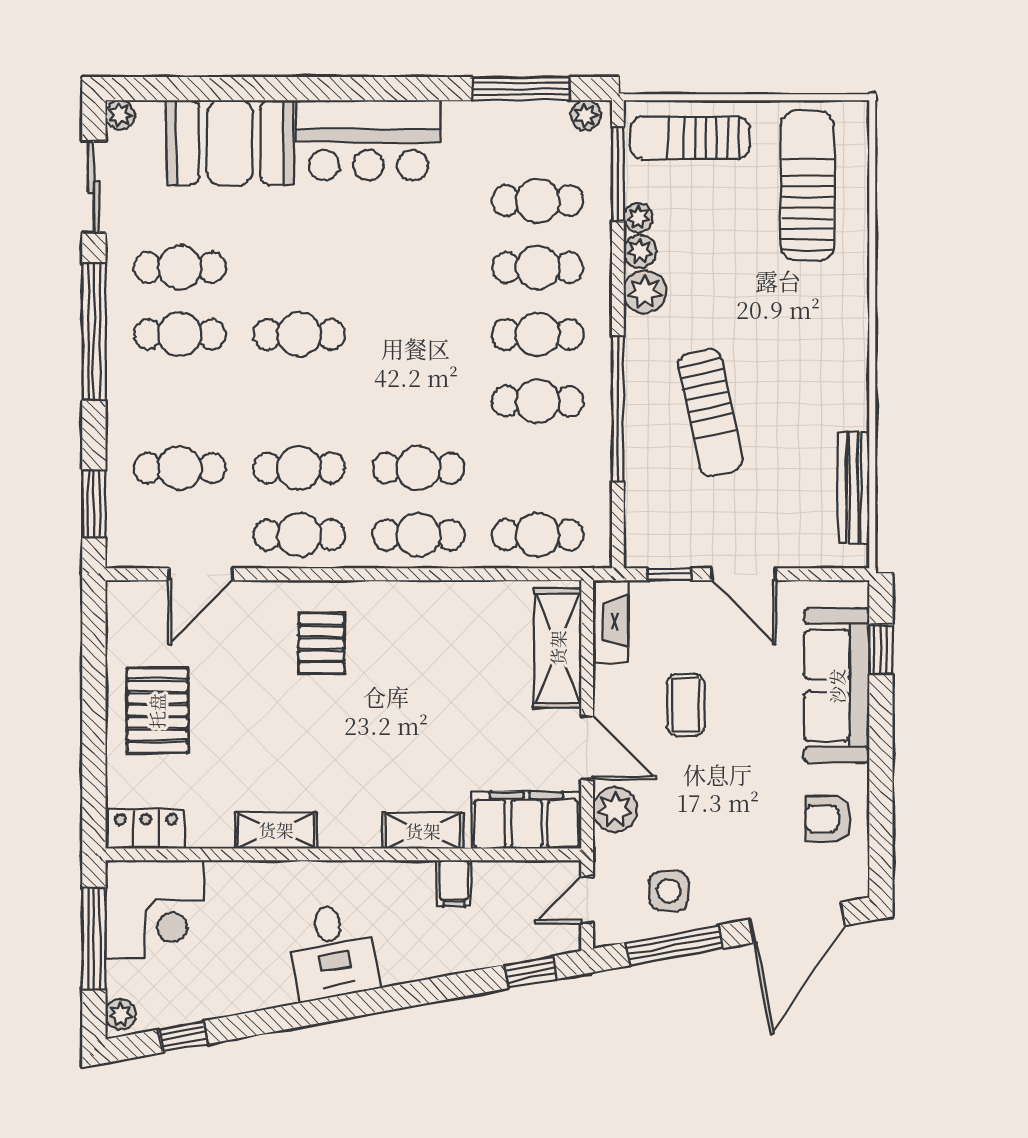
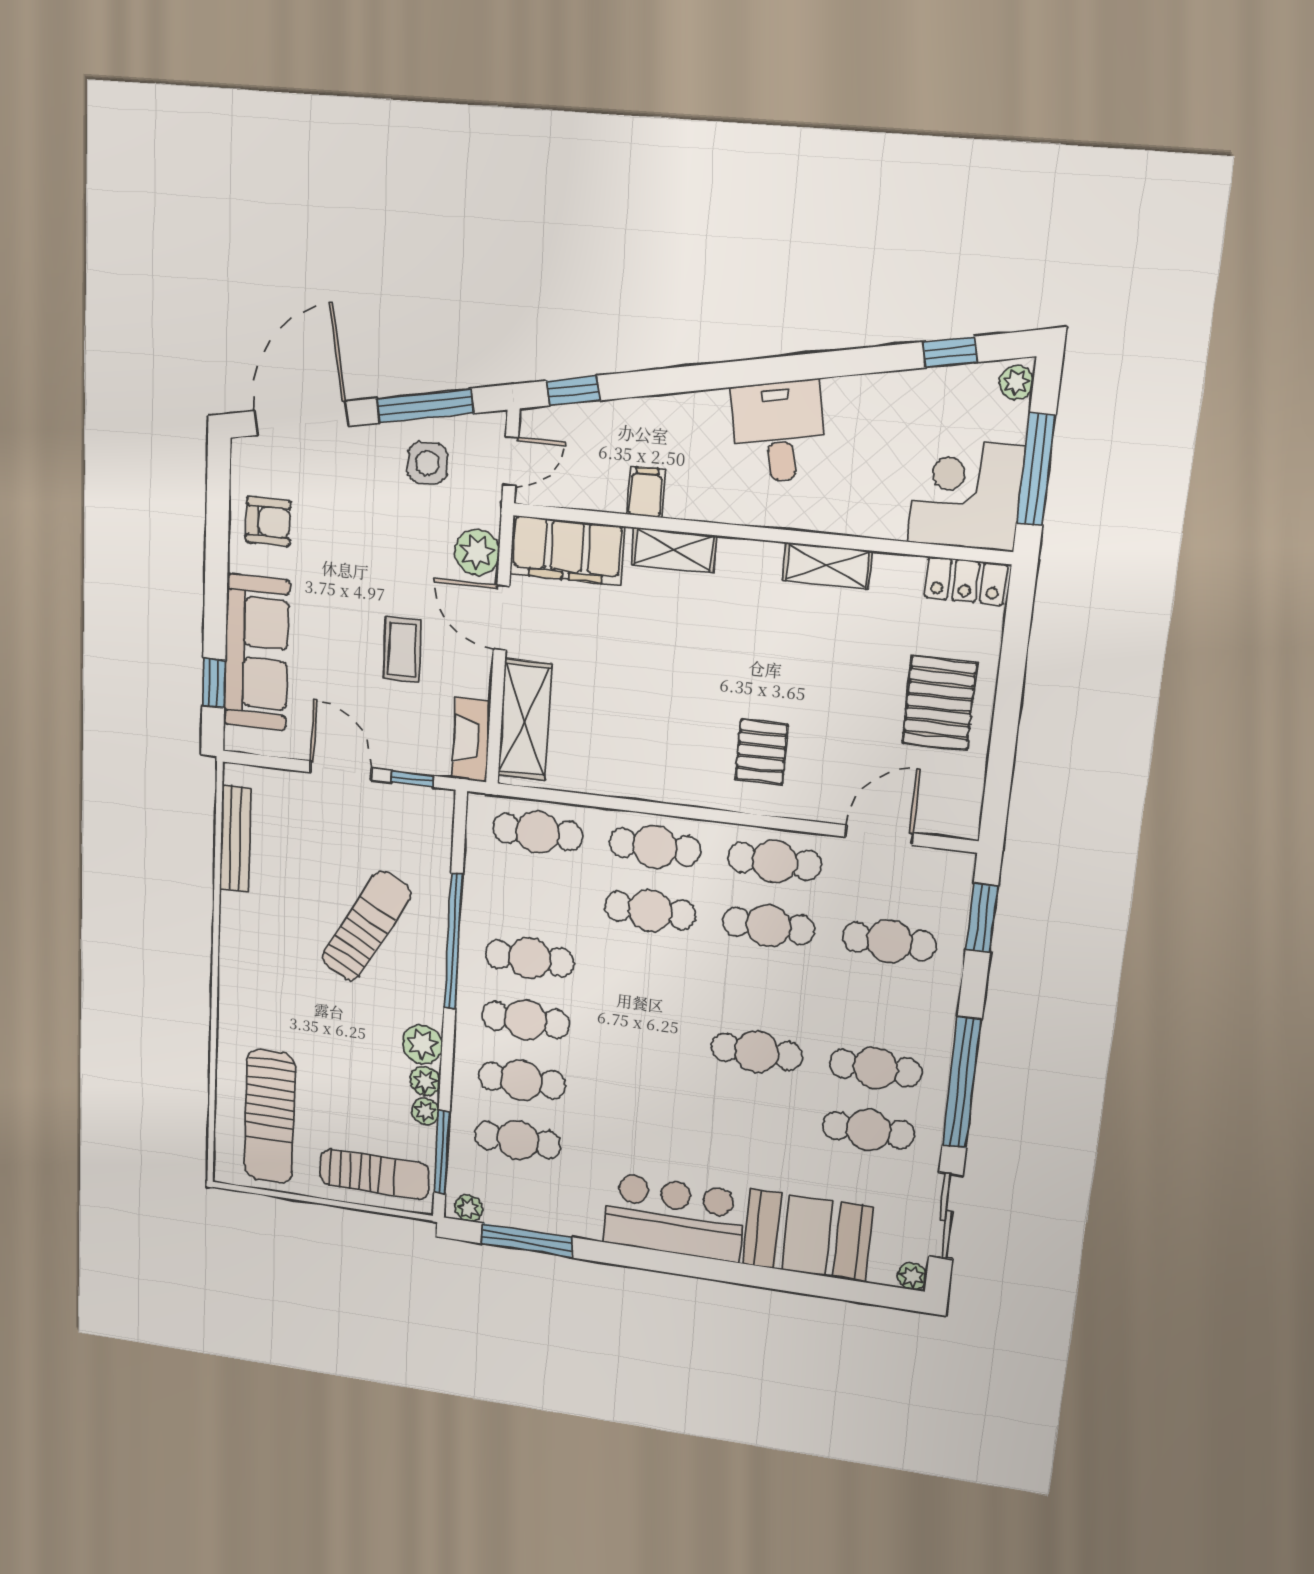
sun lounger: (710, 413) -> (366, 926), turned 41

